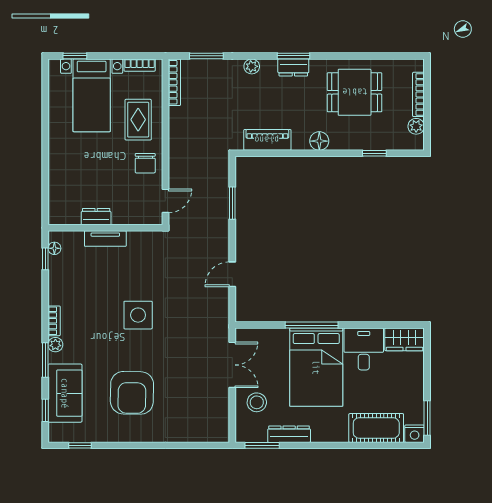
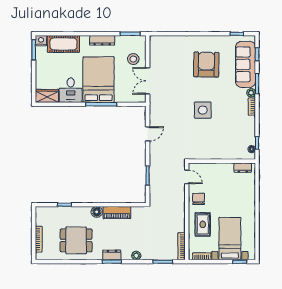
plant: (416, 126) -> (40, 221), removed
piano: (267, 140) -> (117, 213), moved
door: (165, 201) -> (187, 177), swing flipped
dresser: (96, 217) -> (243, 168), moved
tv unit: (105, 239) -> (222, 155), removed
sofa: (65, 393) -> (246, 64), width x1.36
dresser: (289, 434) -> (102, 40), moved

